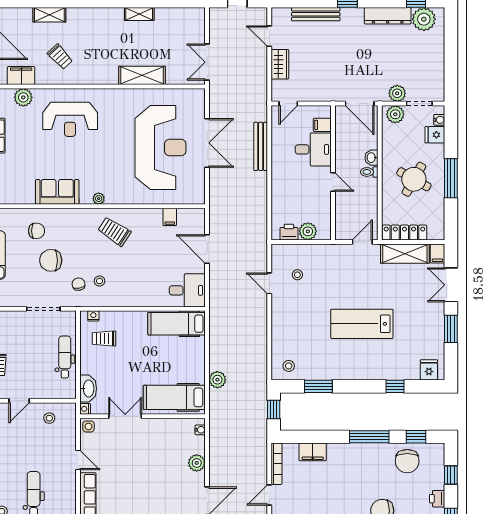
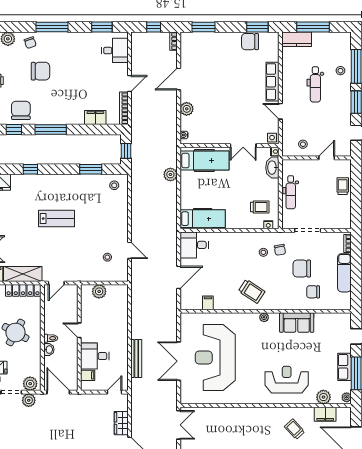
shelving: (142, 75) -> (230, 414), removed
printer: (289, 232) -> (114, 291), removed
door: (207, 249) -> (179, 277), hinge flipped
chair: (51, 260) -> (302, 269), turned 180
lab bench: (362, 324) -> (57, 219), width x0.73, depth x0.72

